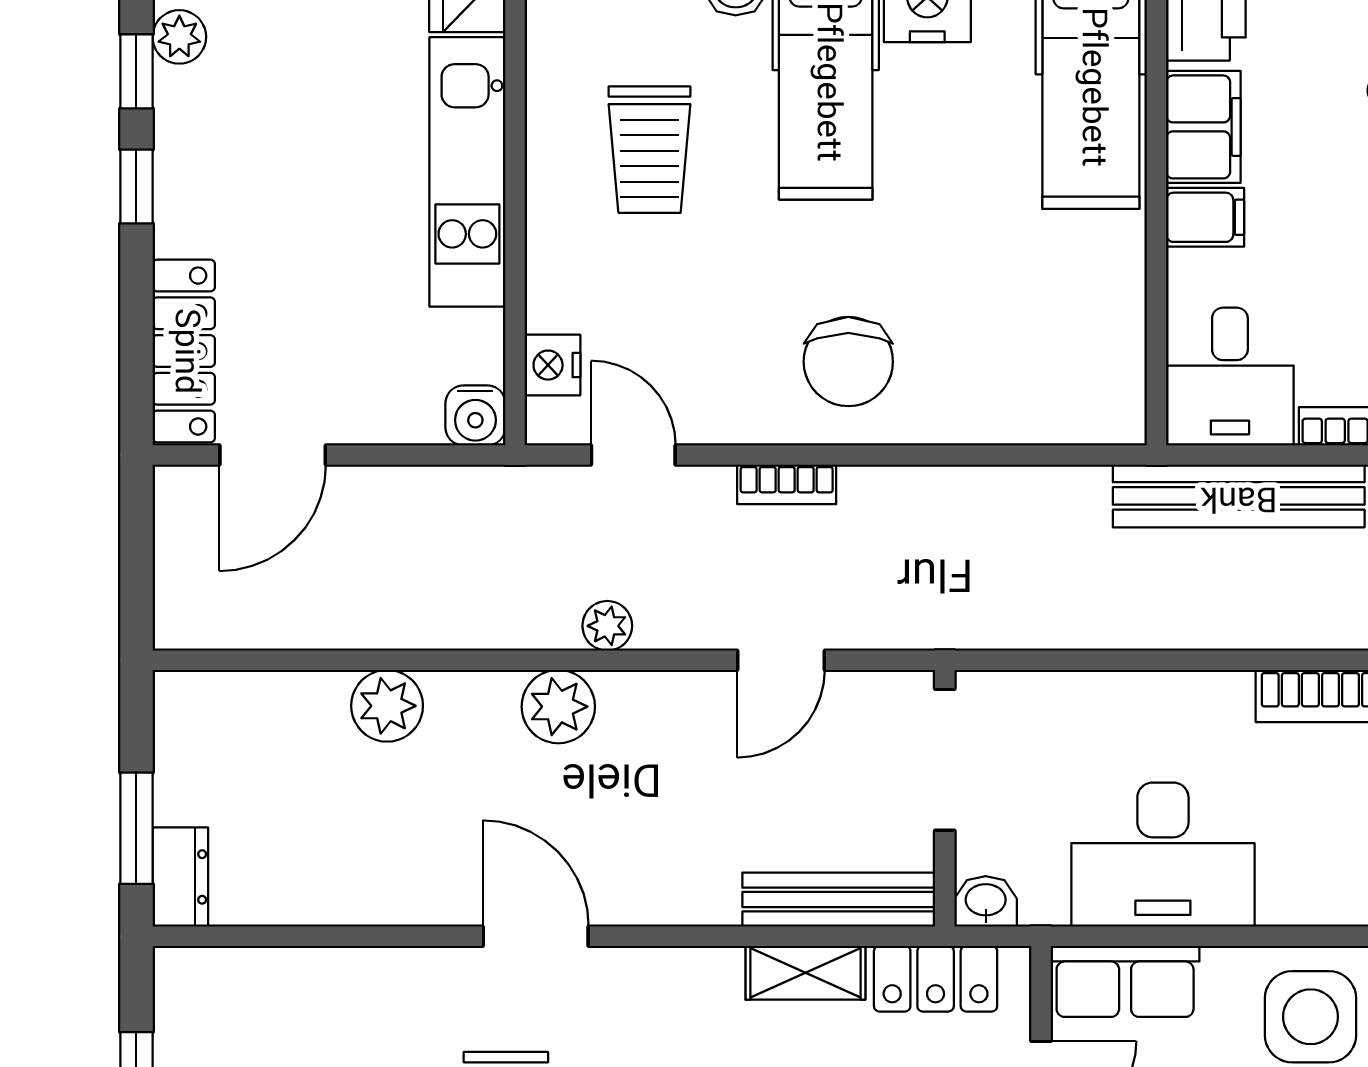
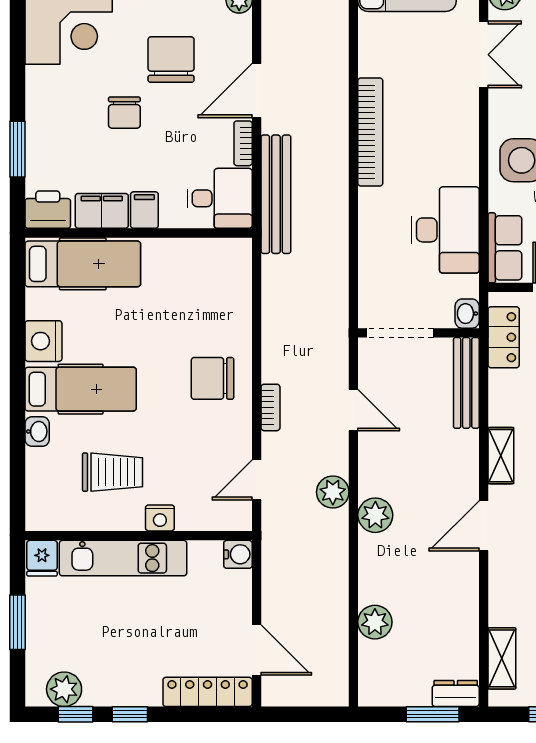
plant: (179, 37) -> (64, 689), width x1.38, depth x1.38
chair: (848, 362) -> (213, 378), turned 180
nightstand: (552, 365) -> (160, 518), moved
plant: (607, 626) -> (333, 492), width x1.38, depth x1.38
plant: (387, 706) -> (375, 622), moved
shelving: (805, 973) -> (501, 456), moved
shelving: (255, 975) -> (502, 658), added

